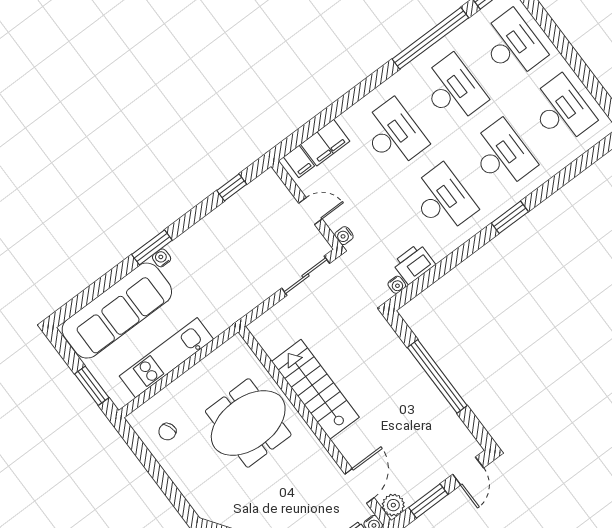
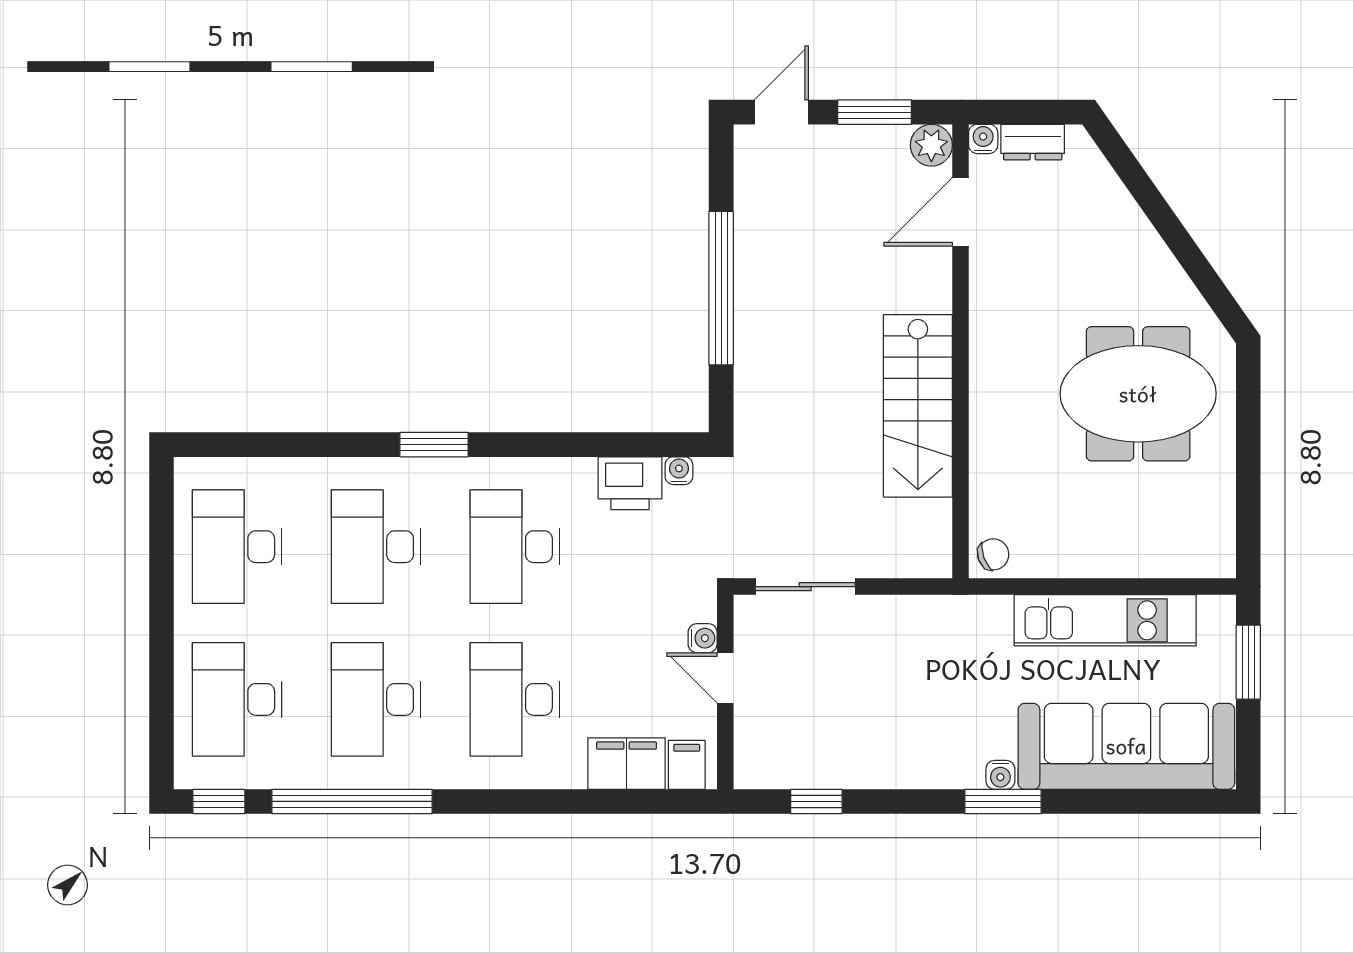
water cooler: (344, 236) -> (703, 638), moved
meeting table: (248, 423) -> (1138, 394), moved
chair: (167, 432) -> (993, 554), moved

